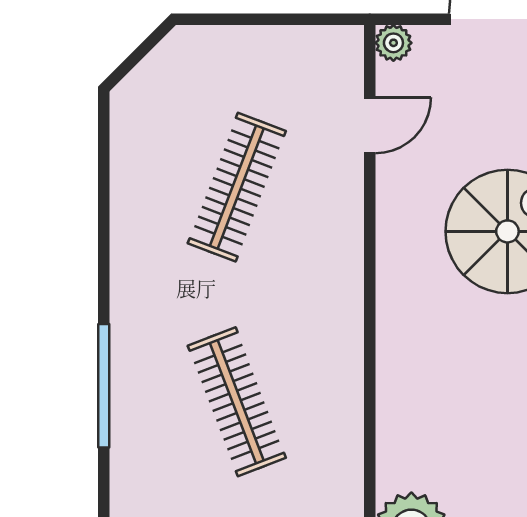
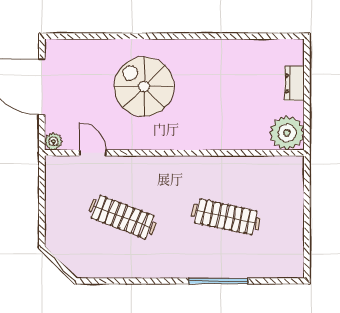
clothes rail: (237, 402) -> (226, 217), turned 33

